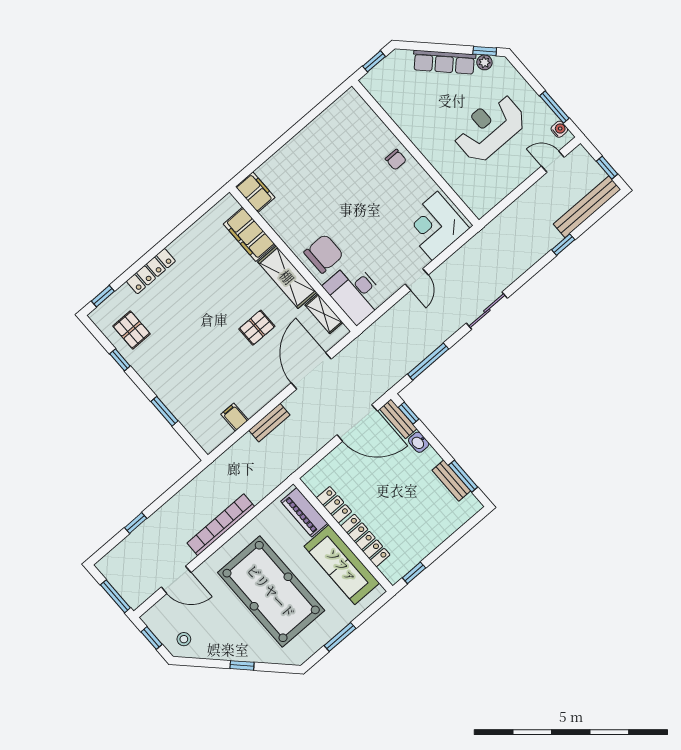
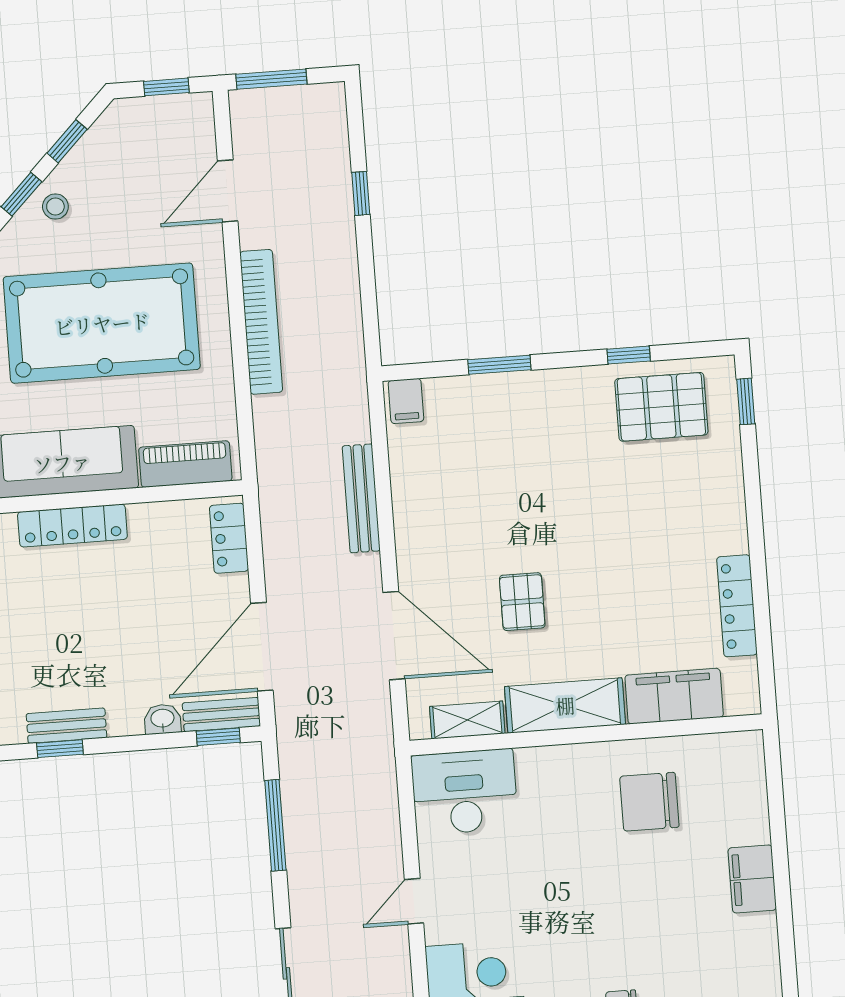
filing cabinet: (255, 192) -> (752, 879), moved, turned 90
chair: (324, 254) -> (649, 802), moved, turned 90
locker: (151, 271) -> (737, 606), moved
door: (417, 280) -> (414, 901), hinge flipped
pallet: (131, 330) -> (661, 407), width x1.50, depth x1.42
filing cabinet: (235, 417) -> (406, 401), moved, turned 90
bench: (269, 423) -> (361, 498), width x1.36
window: (463, 476) -> (60, 749), width x0.67
locker: (334, 505) -> (229, 538), moved, turned 90
stool: (184, 639) -> (55, 207), moved
window: (205, 663) -> (67, 141), added

